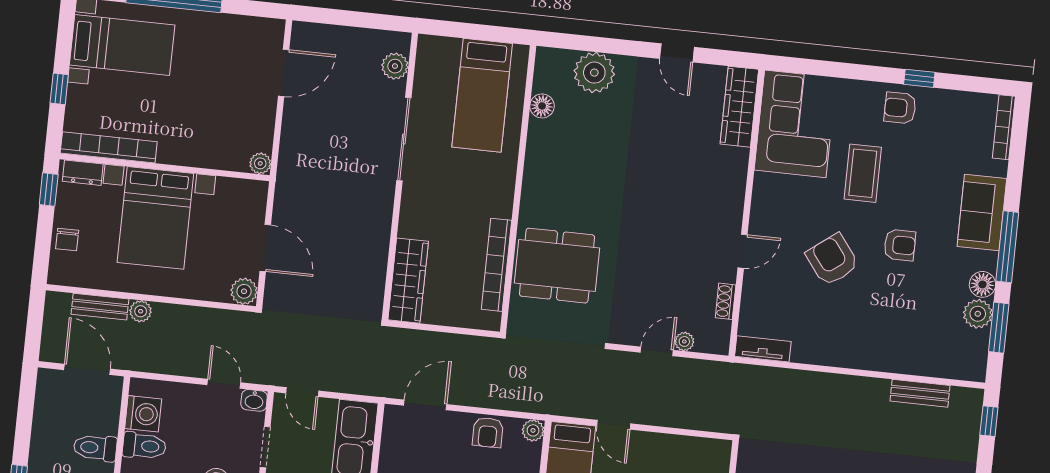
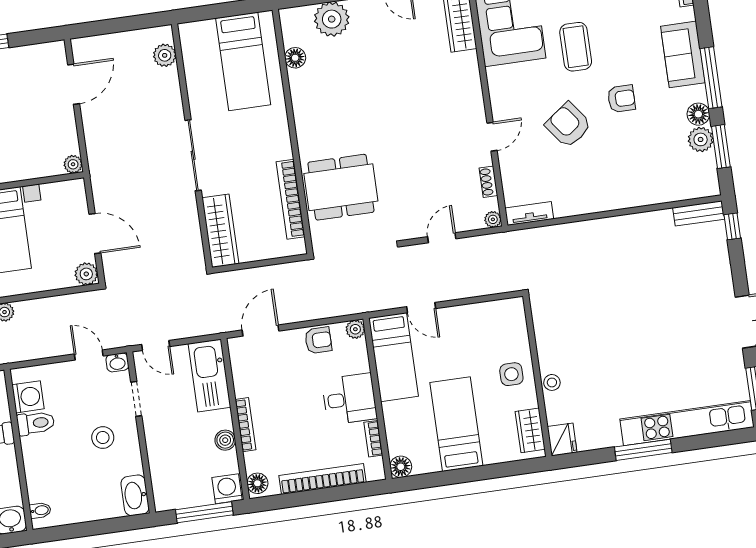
sliding door: (404, 139) -> (193, 155), moved
plant: (684, 341) -> (493, 219), moved
bench: (920, 393) -> (699, 213), moved
armchair: (488, 432) -> (318, 340), turned -90

